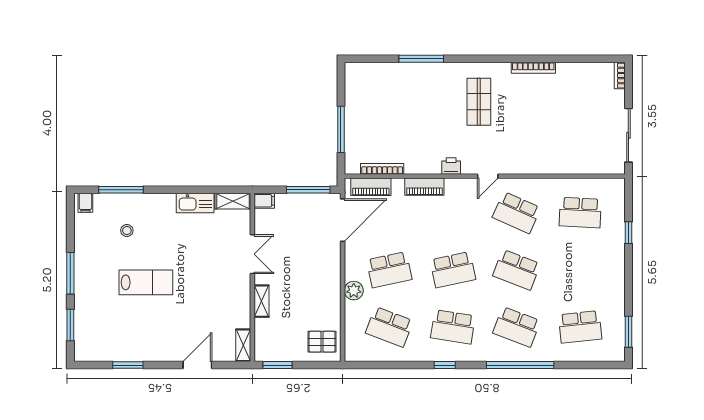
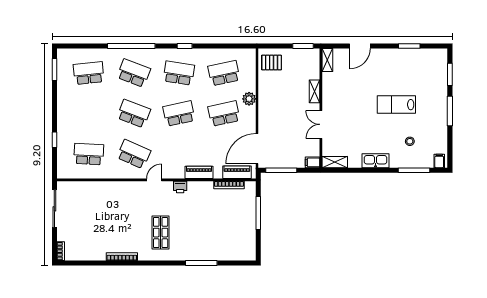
kitchen sink: (195, 203) -> (376, 161), moved
school desk: (389, 327) -> (224, 73), turned -33

